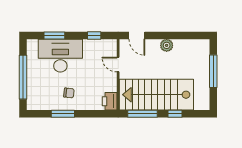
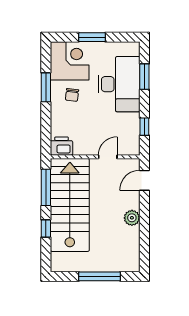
window: (23, 77) -> (92, 37), width x0.47
corner desk: (42, 95) -> (70, 61), added

